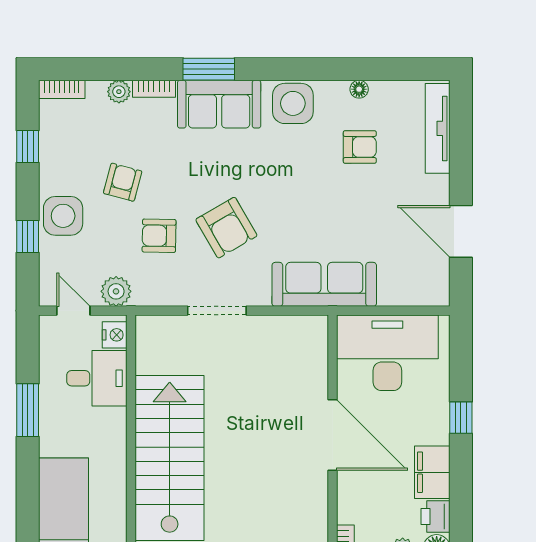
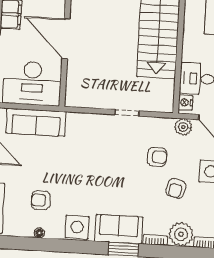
plant: (119, 92) -> (181, 234), width x1.87, depth x1.87
armchair: (226, 228) -> (119, 159), removed
sofa: (324, 284) -> (36, 122), moved
doorway: (217, 311) -> (127, 113), width x0.73

